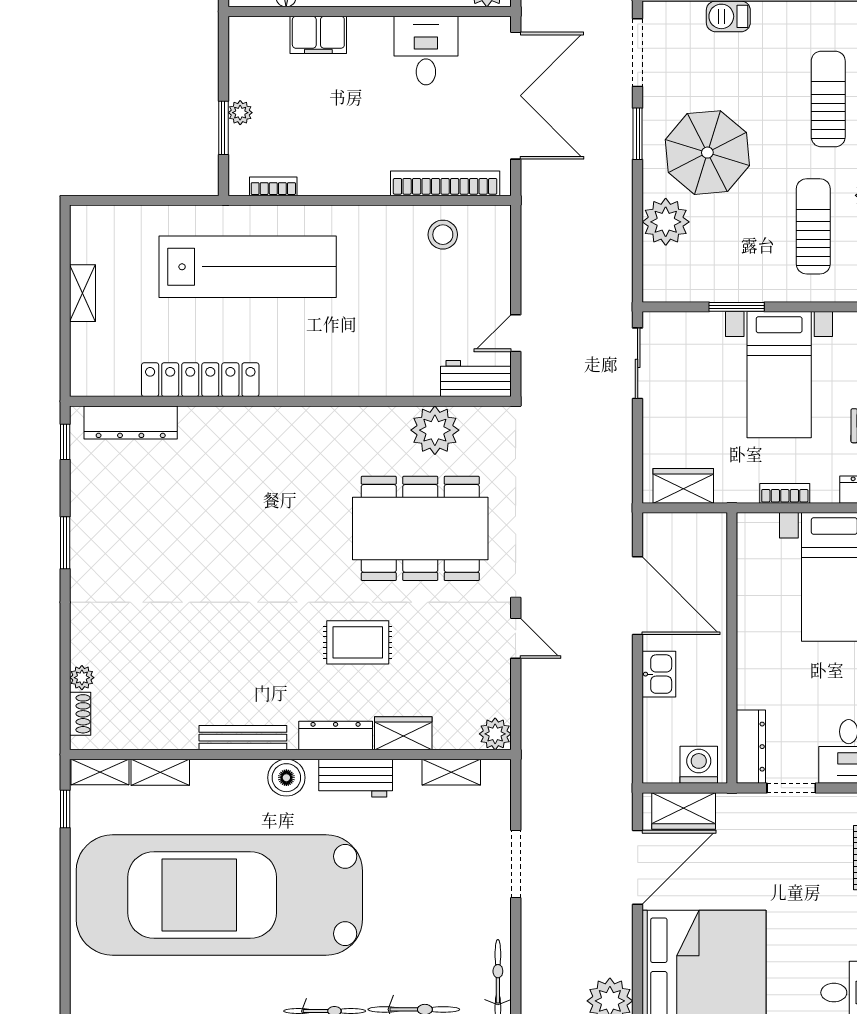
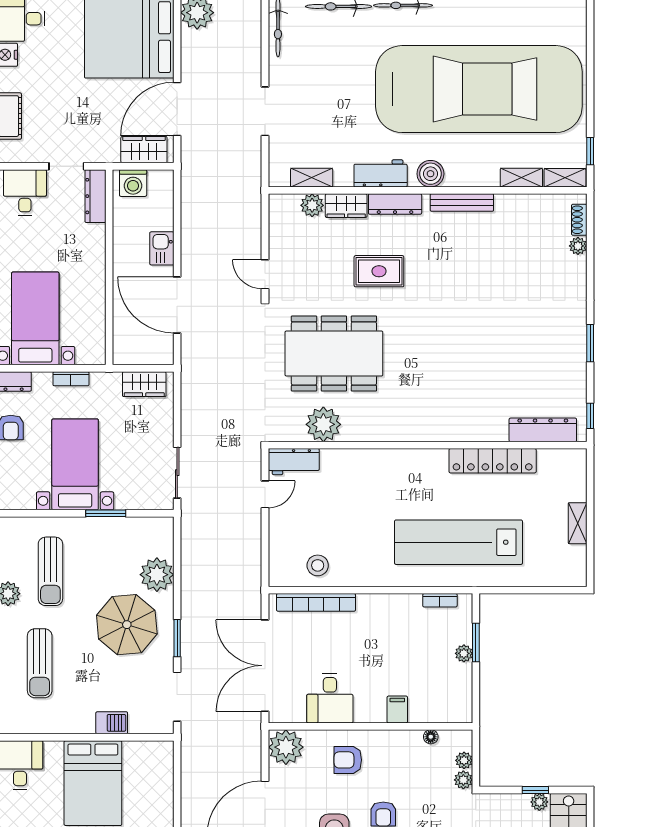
filing cabinet: (318, 35) -> (397, 709), width x0.50
plant: (495, 734) -> (312, 205), moved

